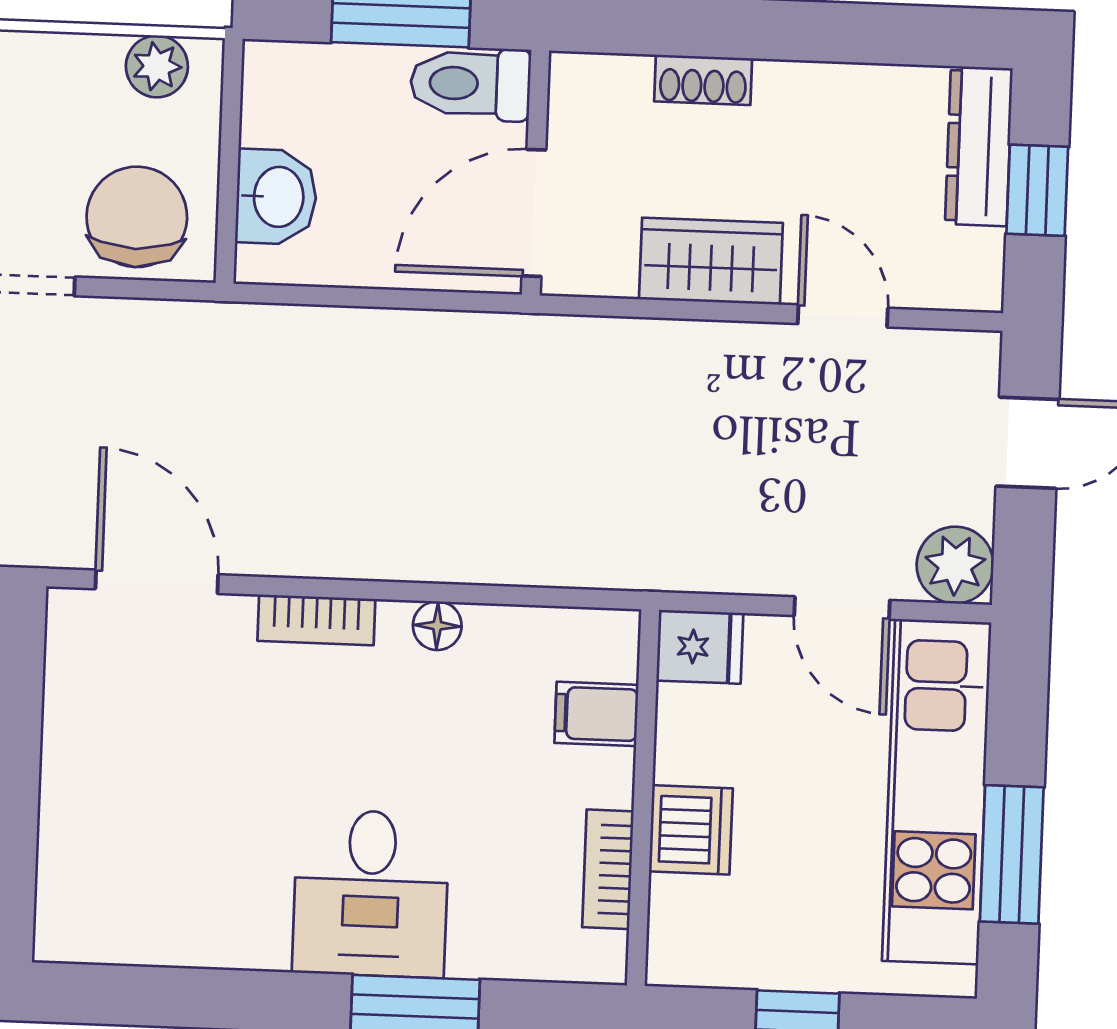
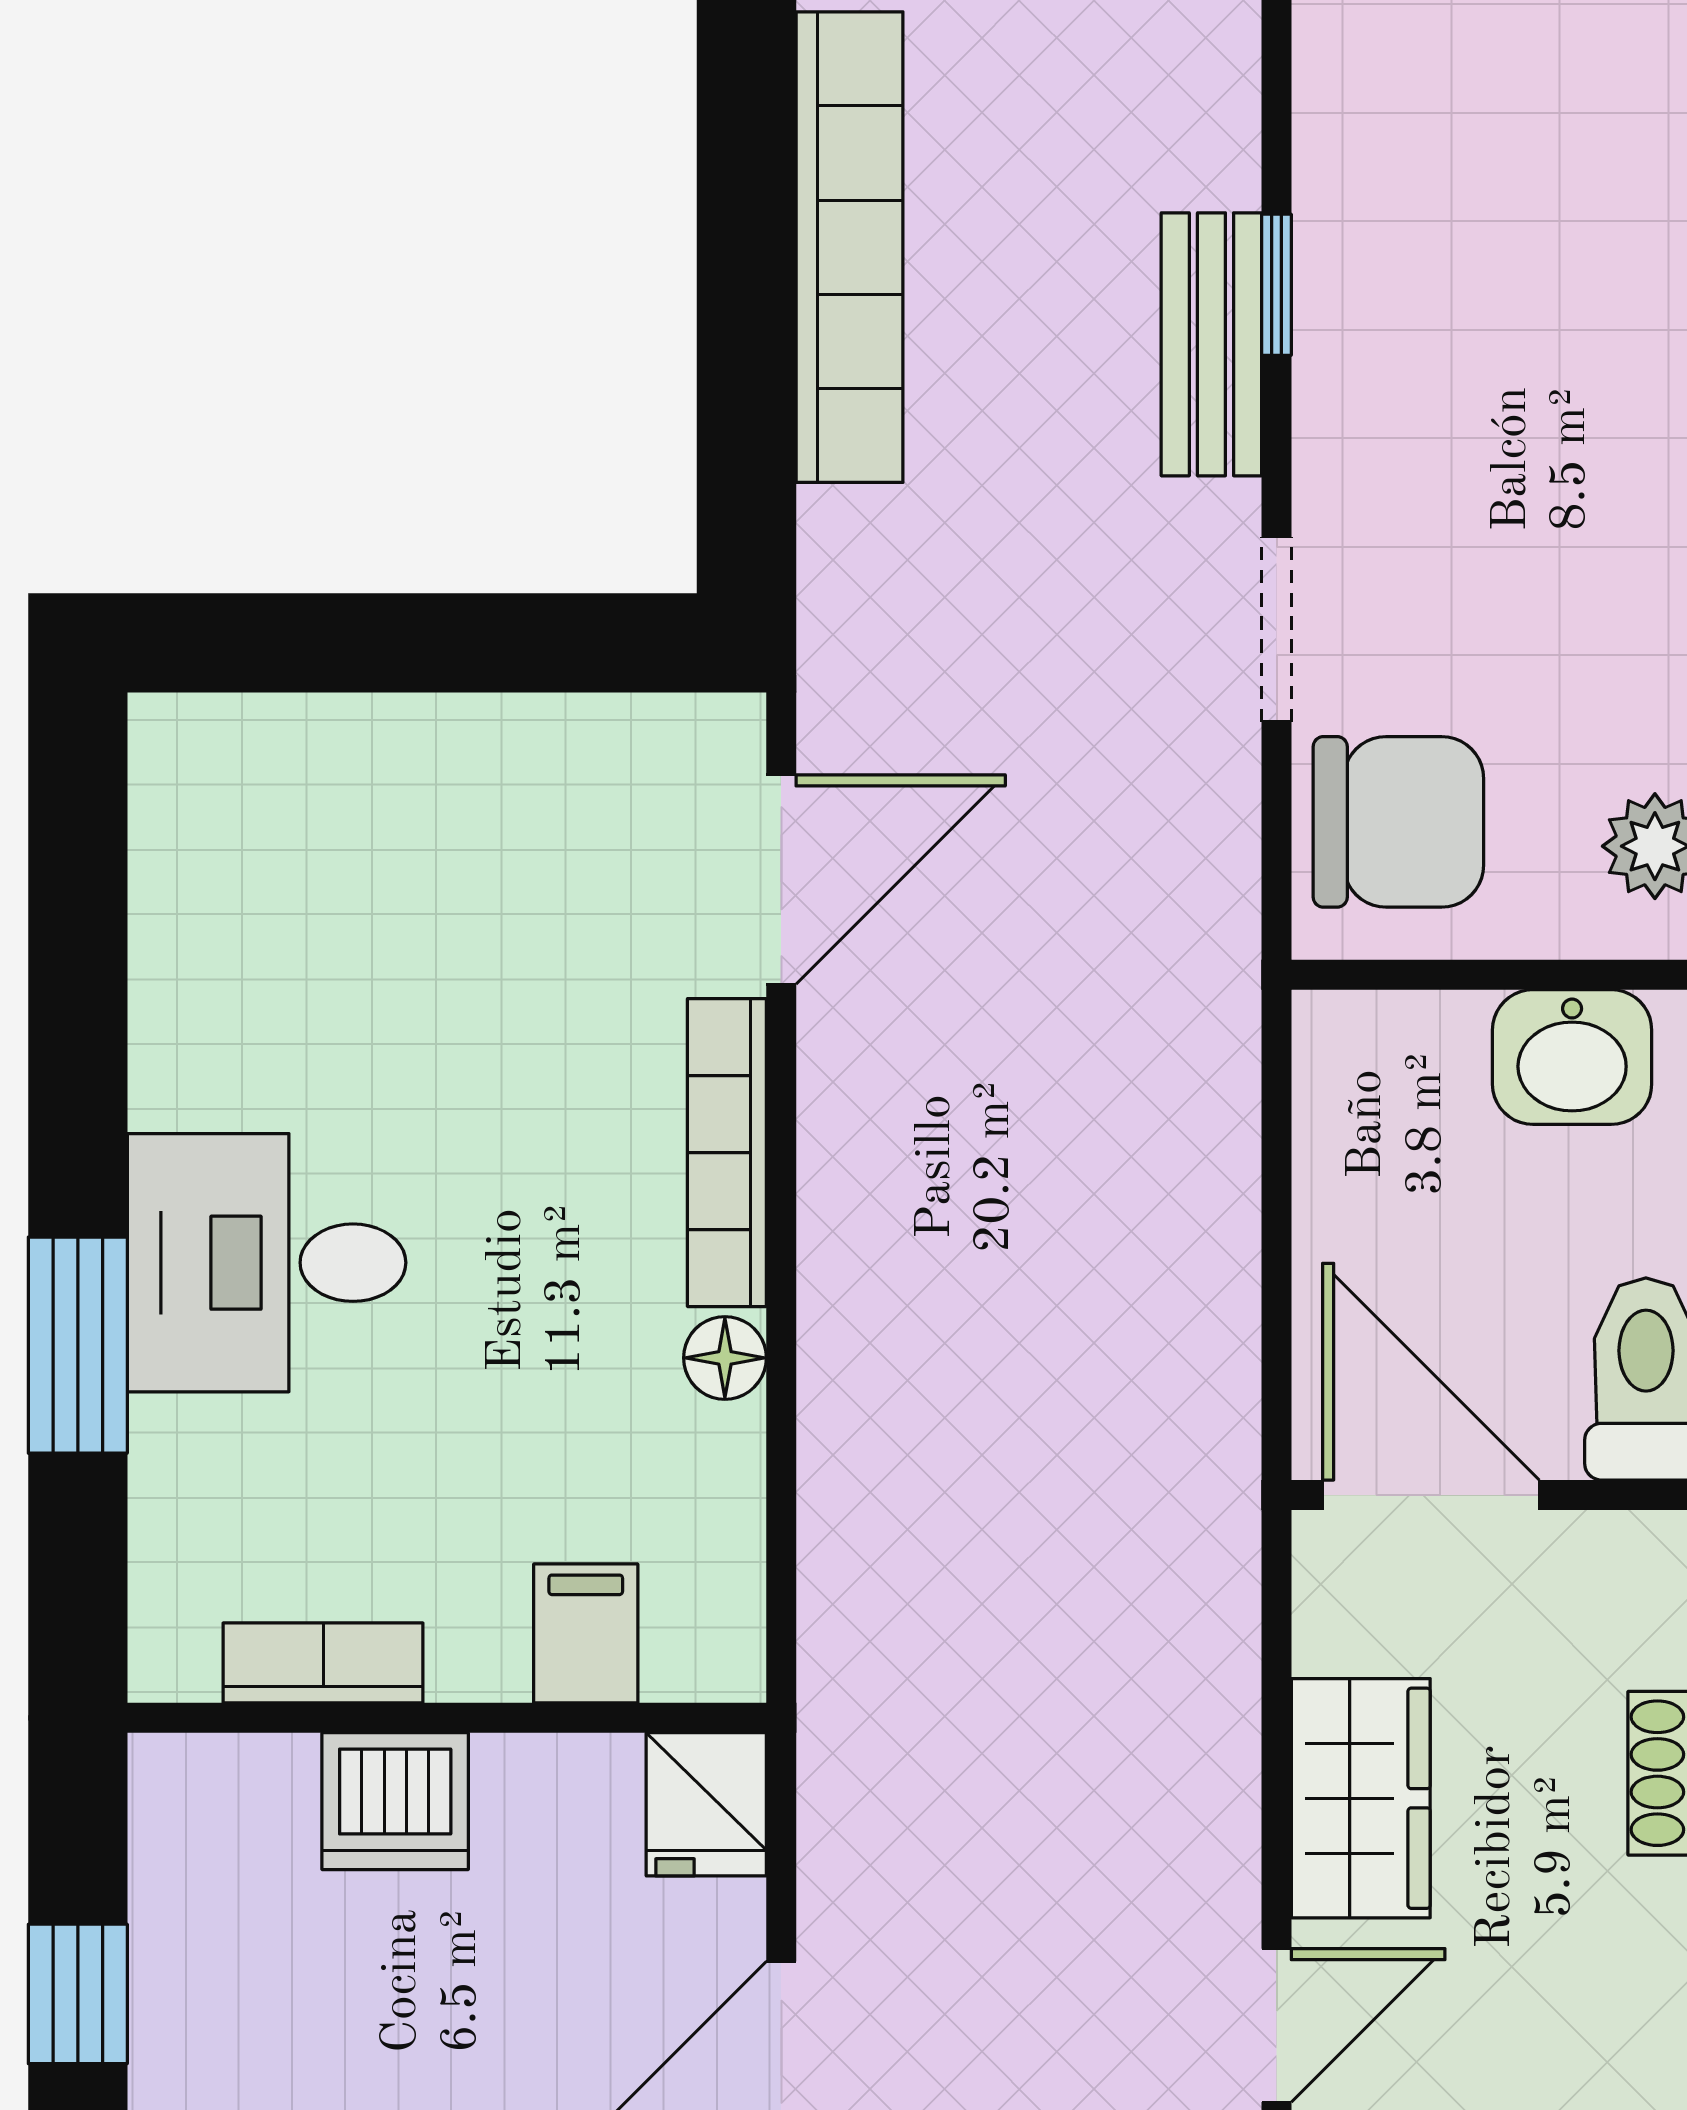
washbasin: (276, 197) -> (1572, 1057), moved
bookcase: (316, 620) -> (727, 1153), width x1.56

